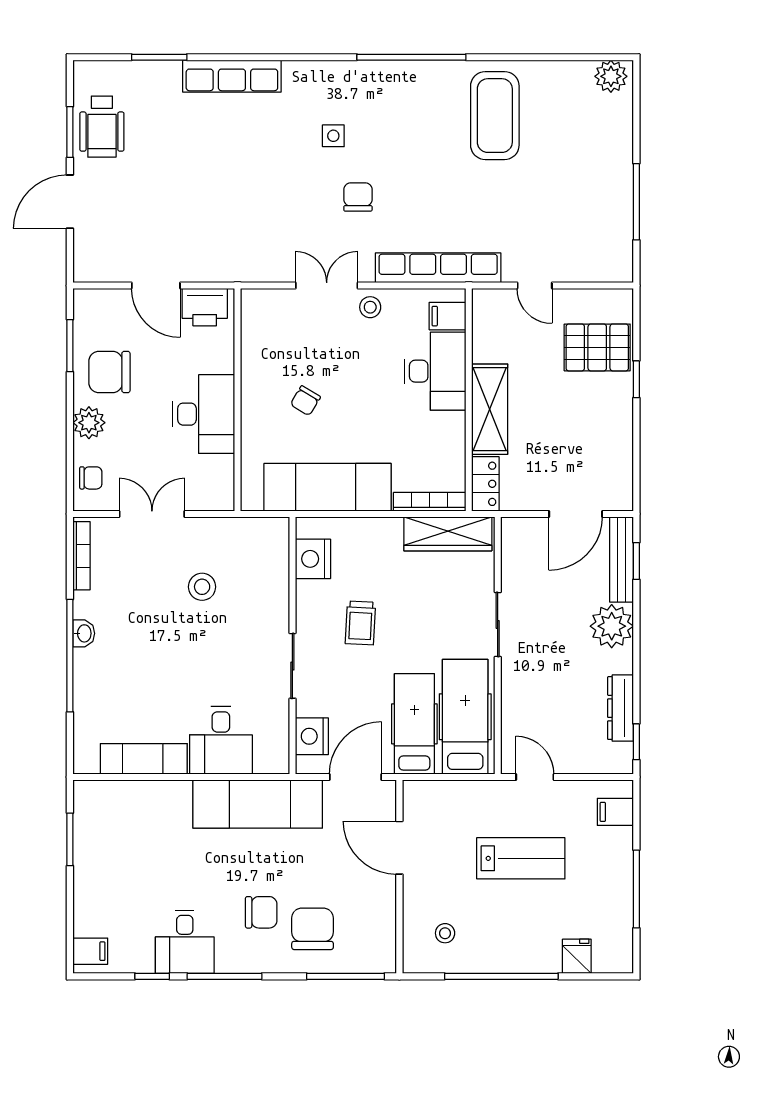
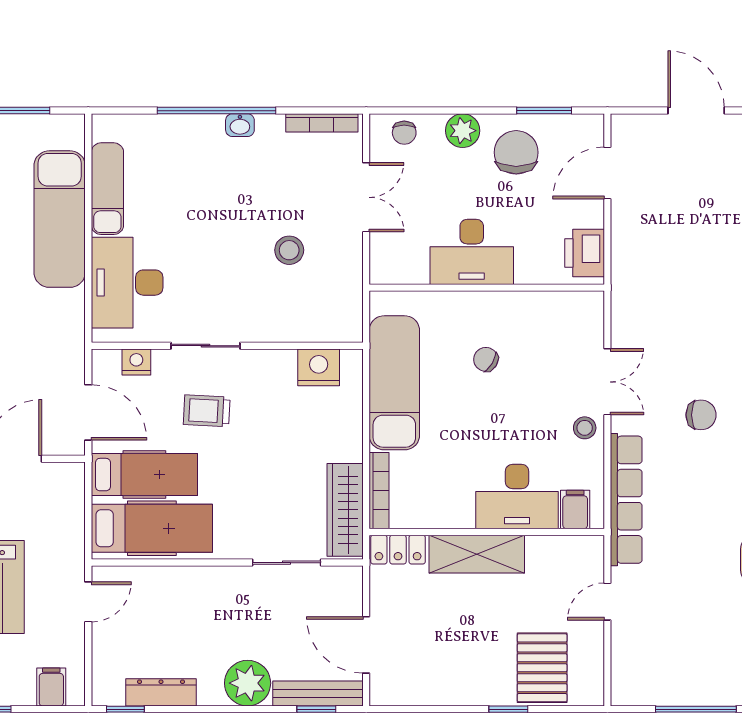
door: (156, 286) -> (607, 173), moved
trolley: (360, 623) -> (207, 411), moved
sliding door: (498, 624) -> (287, 563), moved
nightstand: (312, 736) -> (136, 362), width x0.74, depth x0.75
desk: (221, 740) -> (127, 283), width x1.37
exam couch: (258, 804) -> (60, 219), moved

